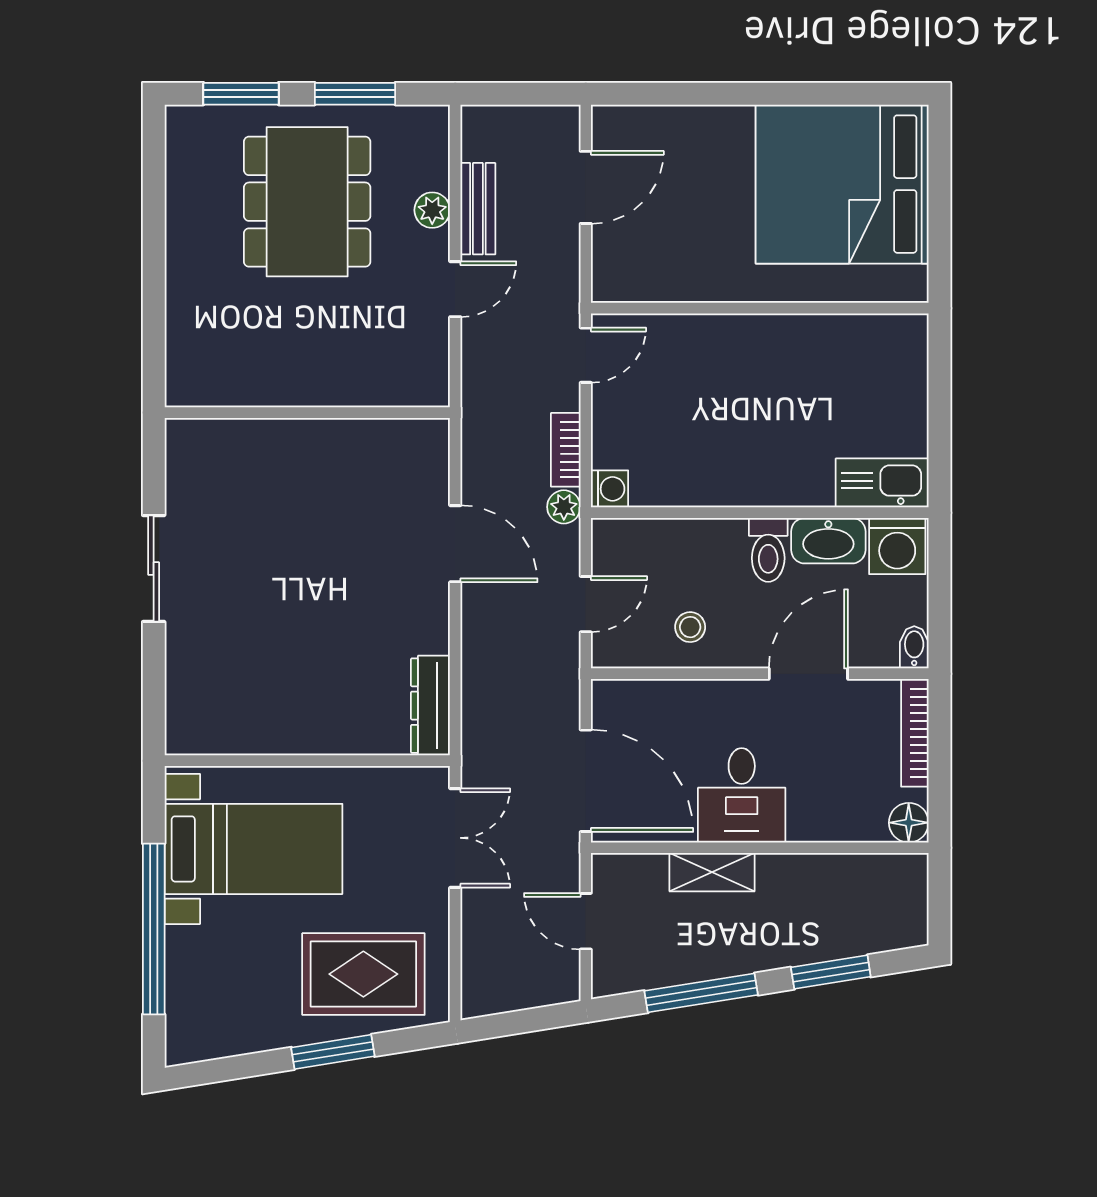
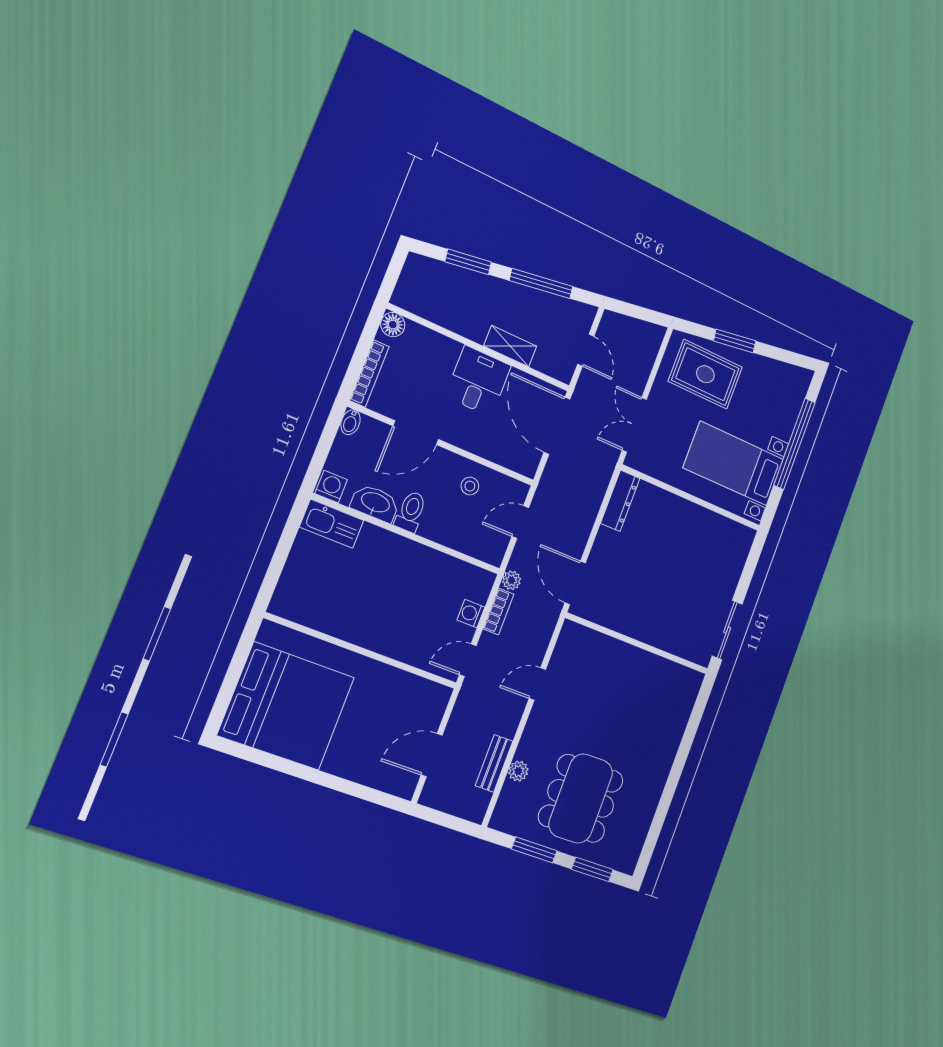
door: (455, 289) -> (537, 684), moved
wall: (307, 413) -> (638, 644), moved
washing machine: (610, 489) -> (471, 613), moved
washing machine: (897, 546) -> (331, 487), width x0.73, depth x0.73

